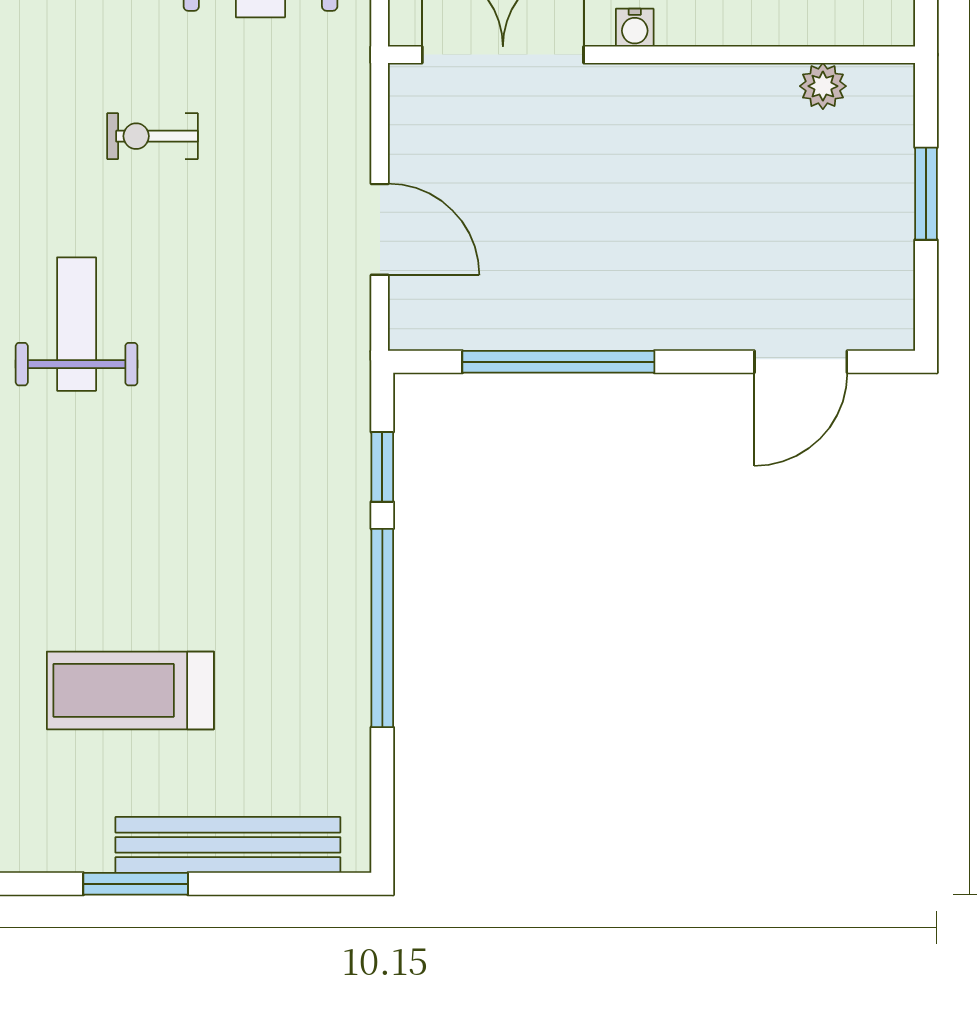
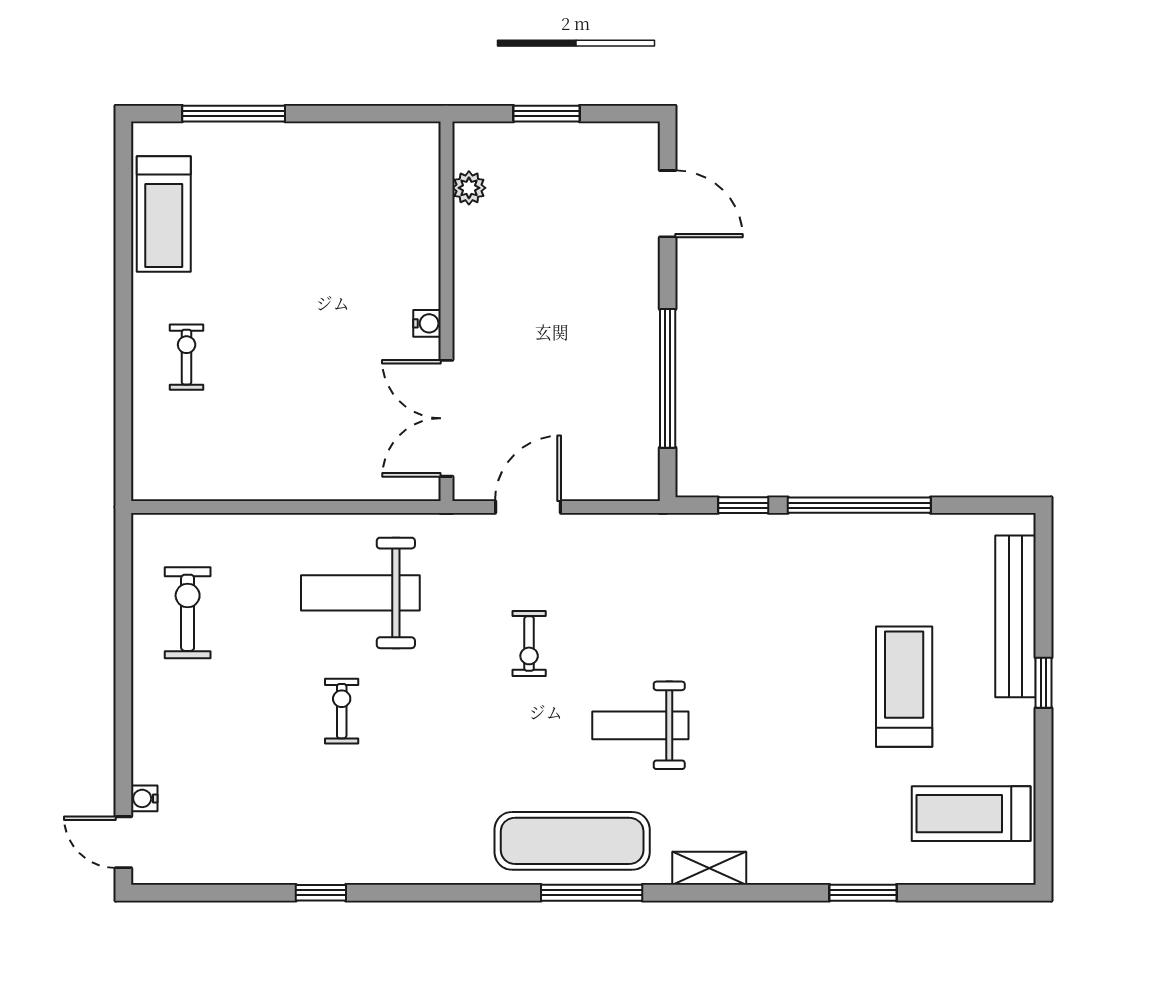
exercise bike: (152, 136) -> (529, 644), moved
door: (380, 229) -> (528, 507), moved
treadmill: (130, 690) -> (904, 687), turned 180
window: (136, 884) -> (1043, 683), width x0.67

